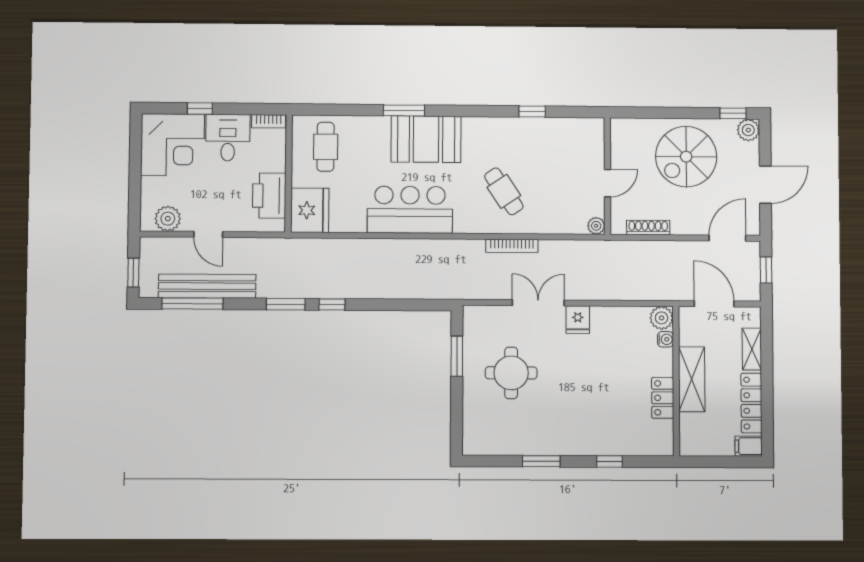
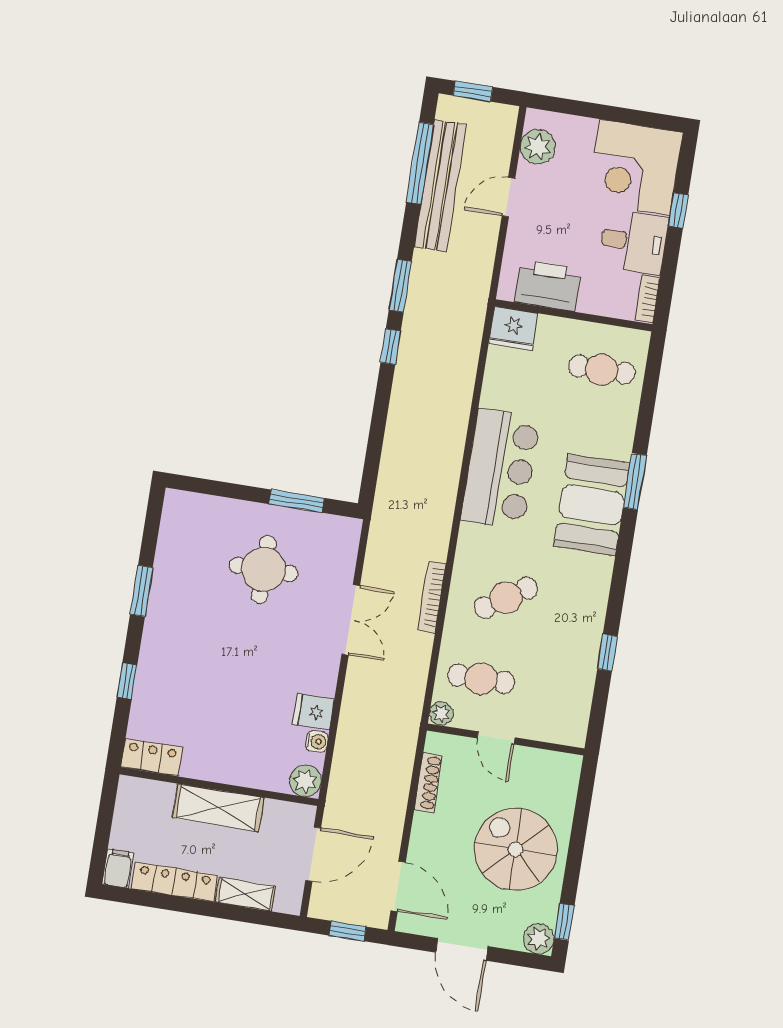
cafe table: (566, 201) -> (481, 679), added
fridge: (310, 210) -> (513, 328), width x0.73, depth x0.75
fridge: (578, 320) -> (313, 712), moved
water cooler: (665, 339) -> (317, 741), moved, turned -90
locker: (663, 398) -> (152, 757), moved

